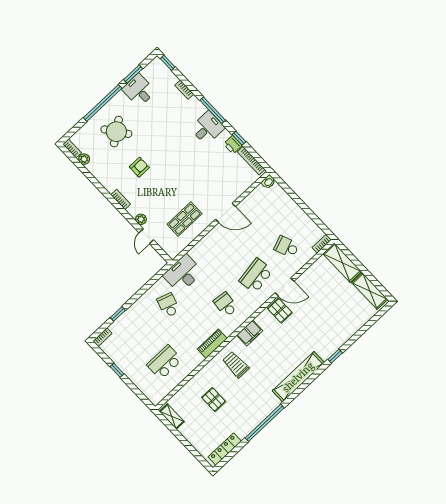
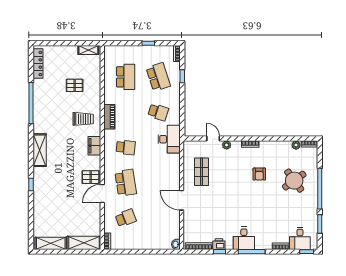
desk: (139, 90) -> (300, 238), moved, turned 90
door: (225, 213) -> (182, 200), hinge flipped
school desk: (138, 334) -> (158, 77), added
shelving: (298, 377) -> (40, 150), width x0.68

